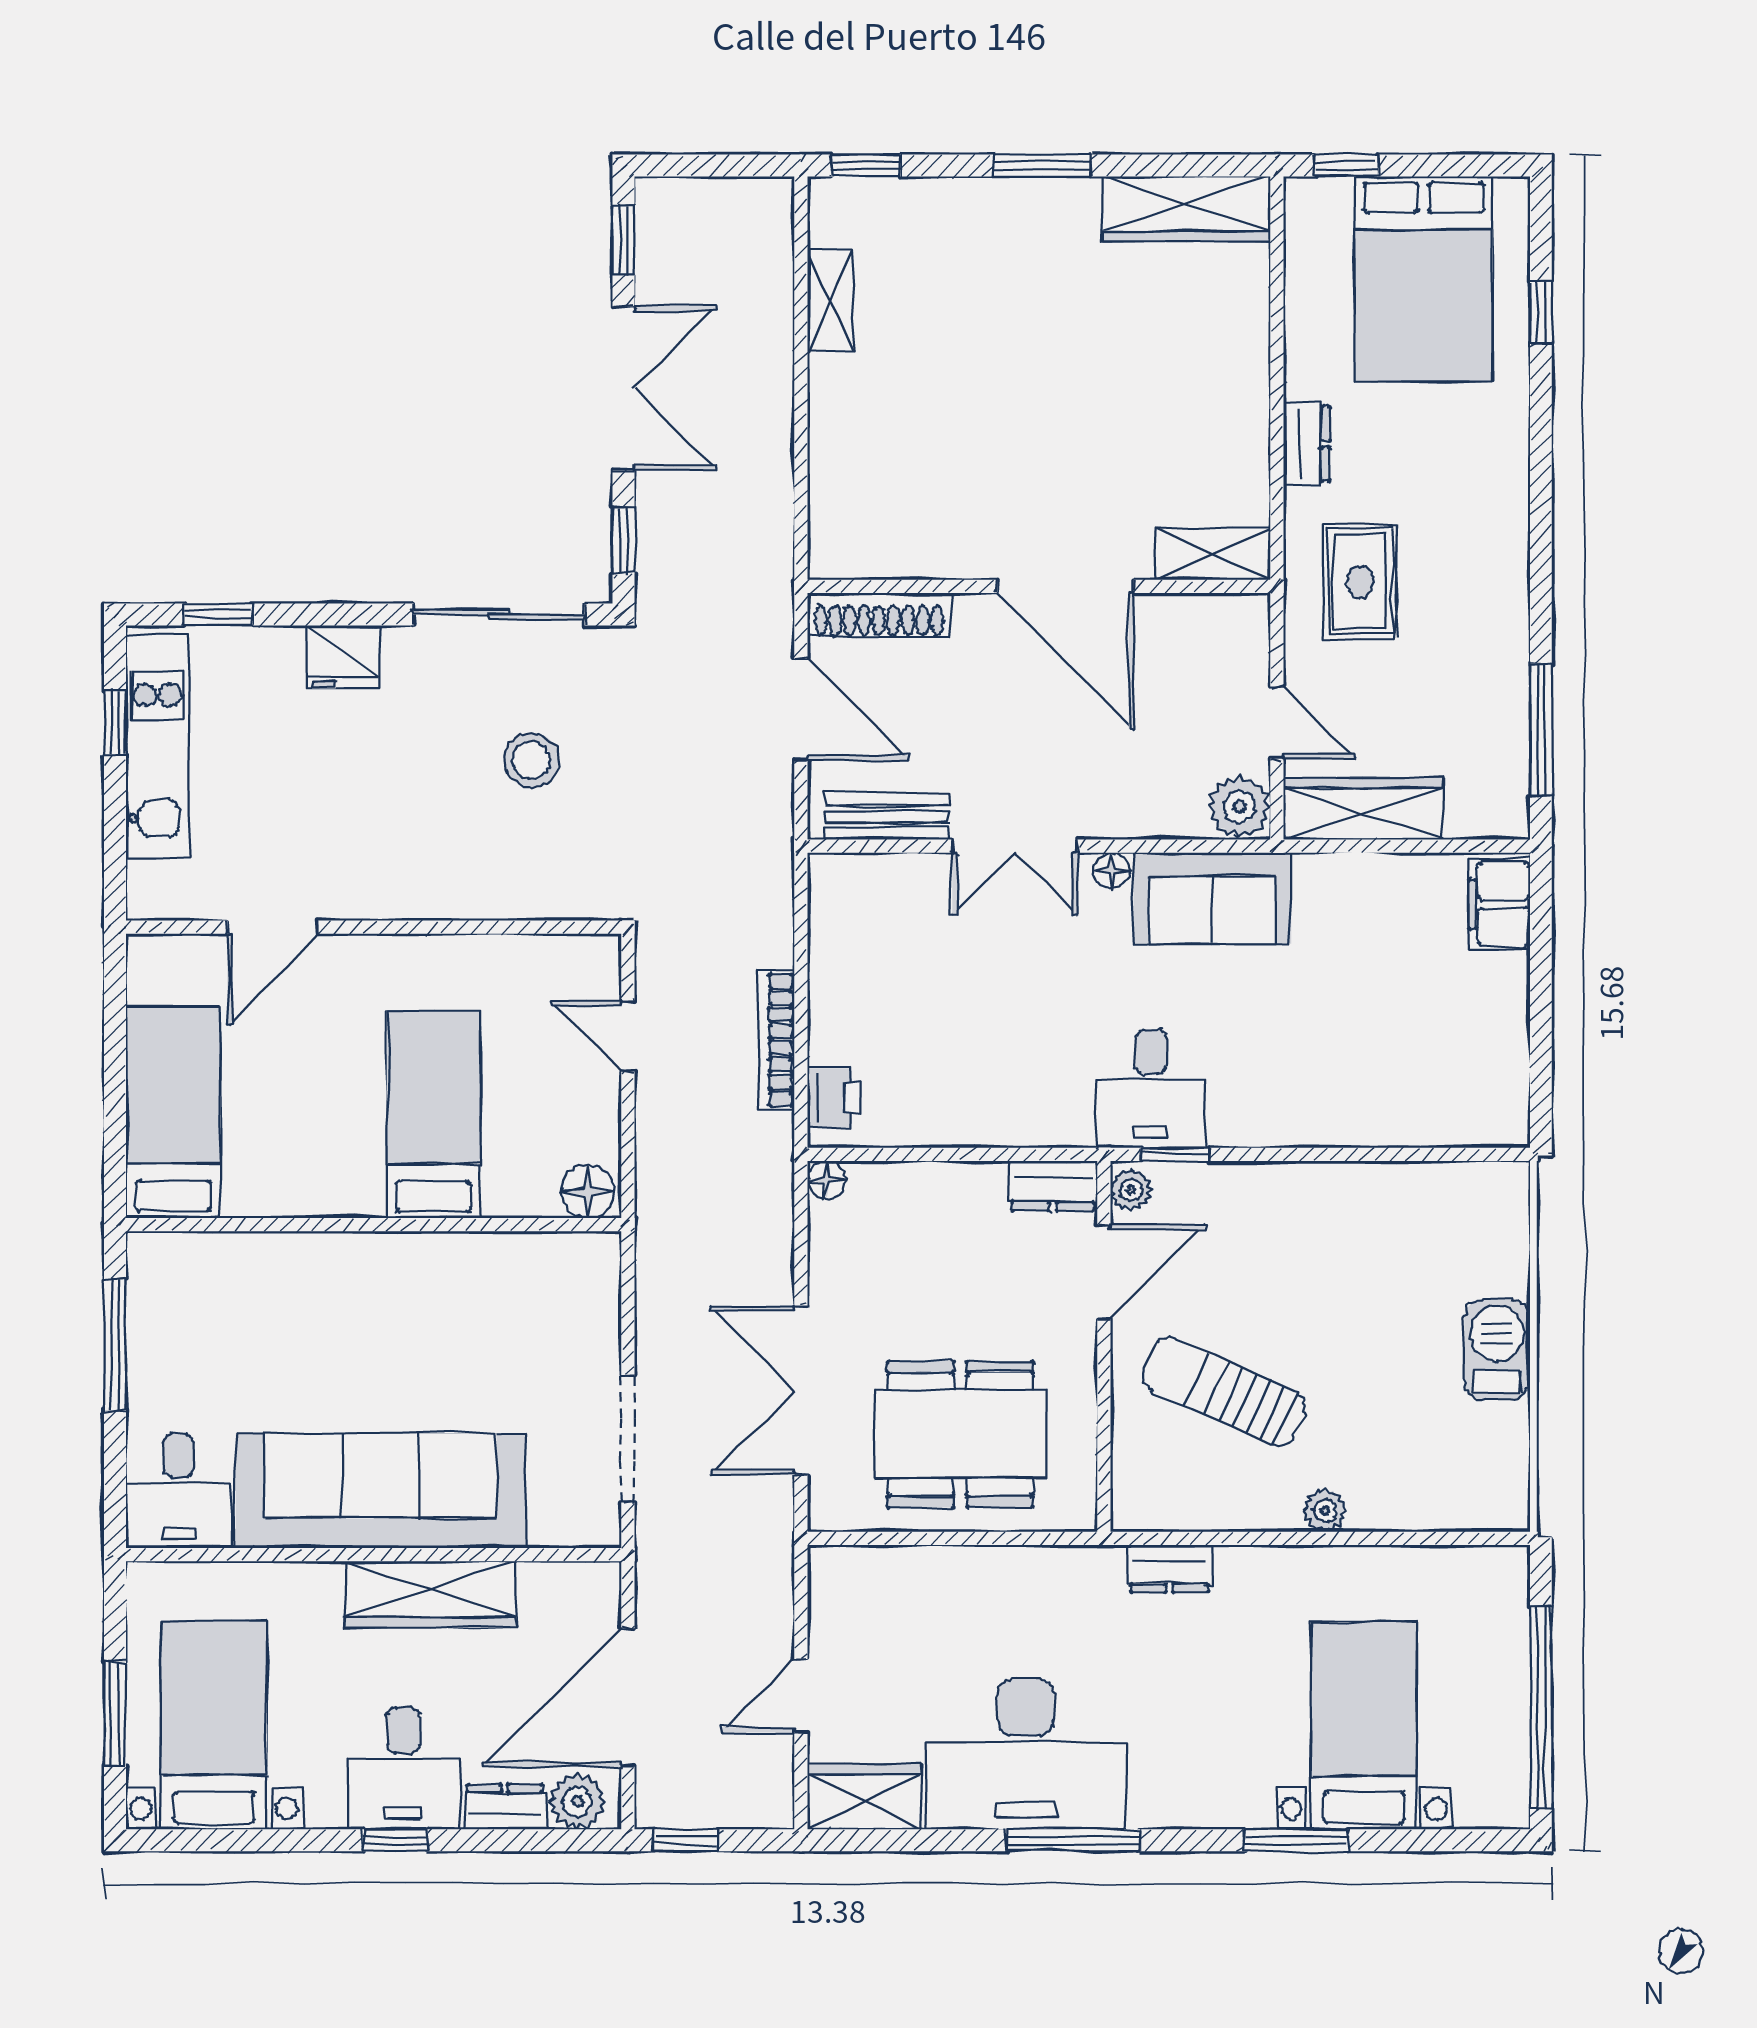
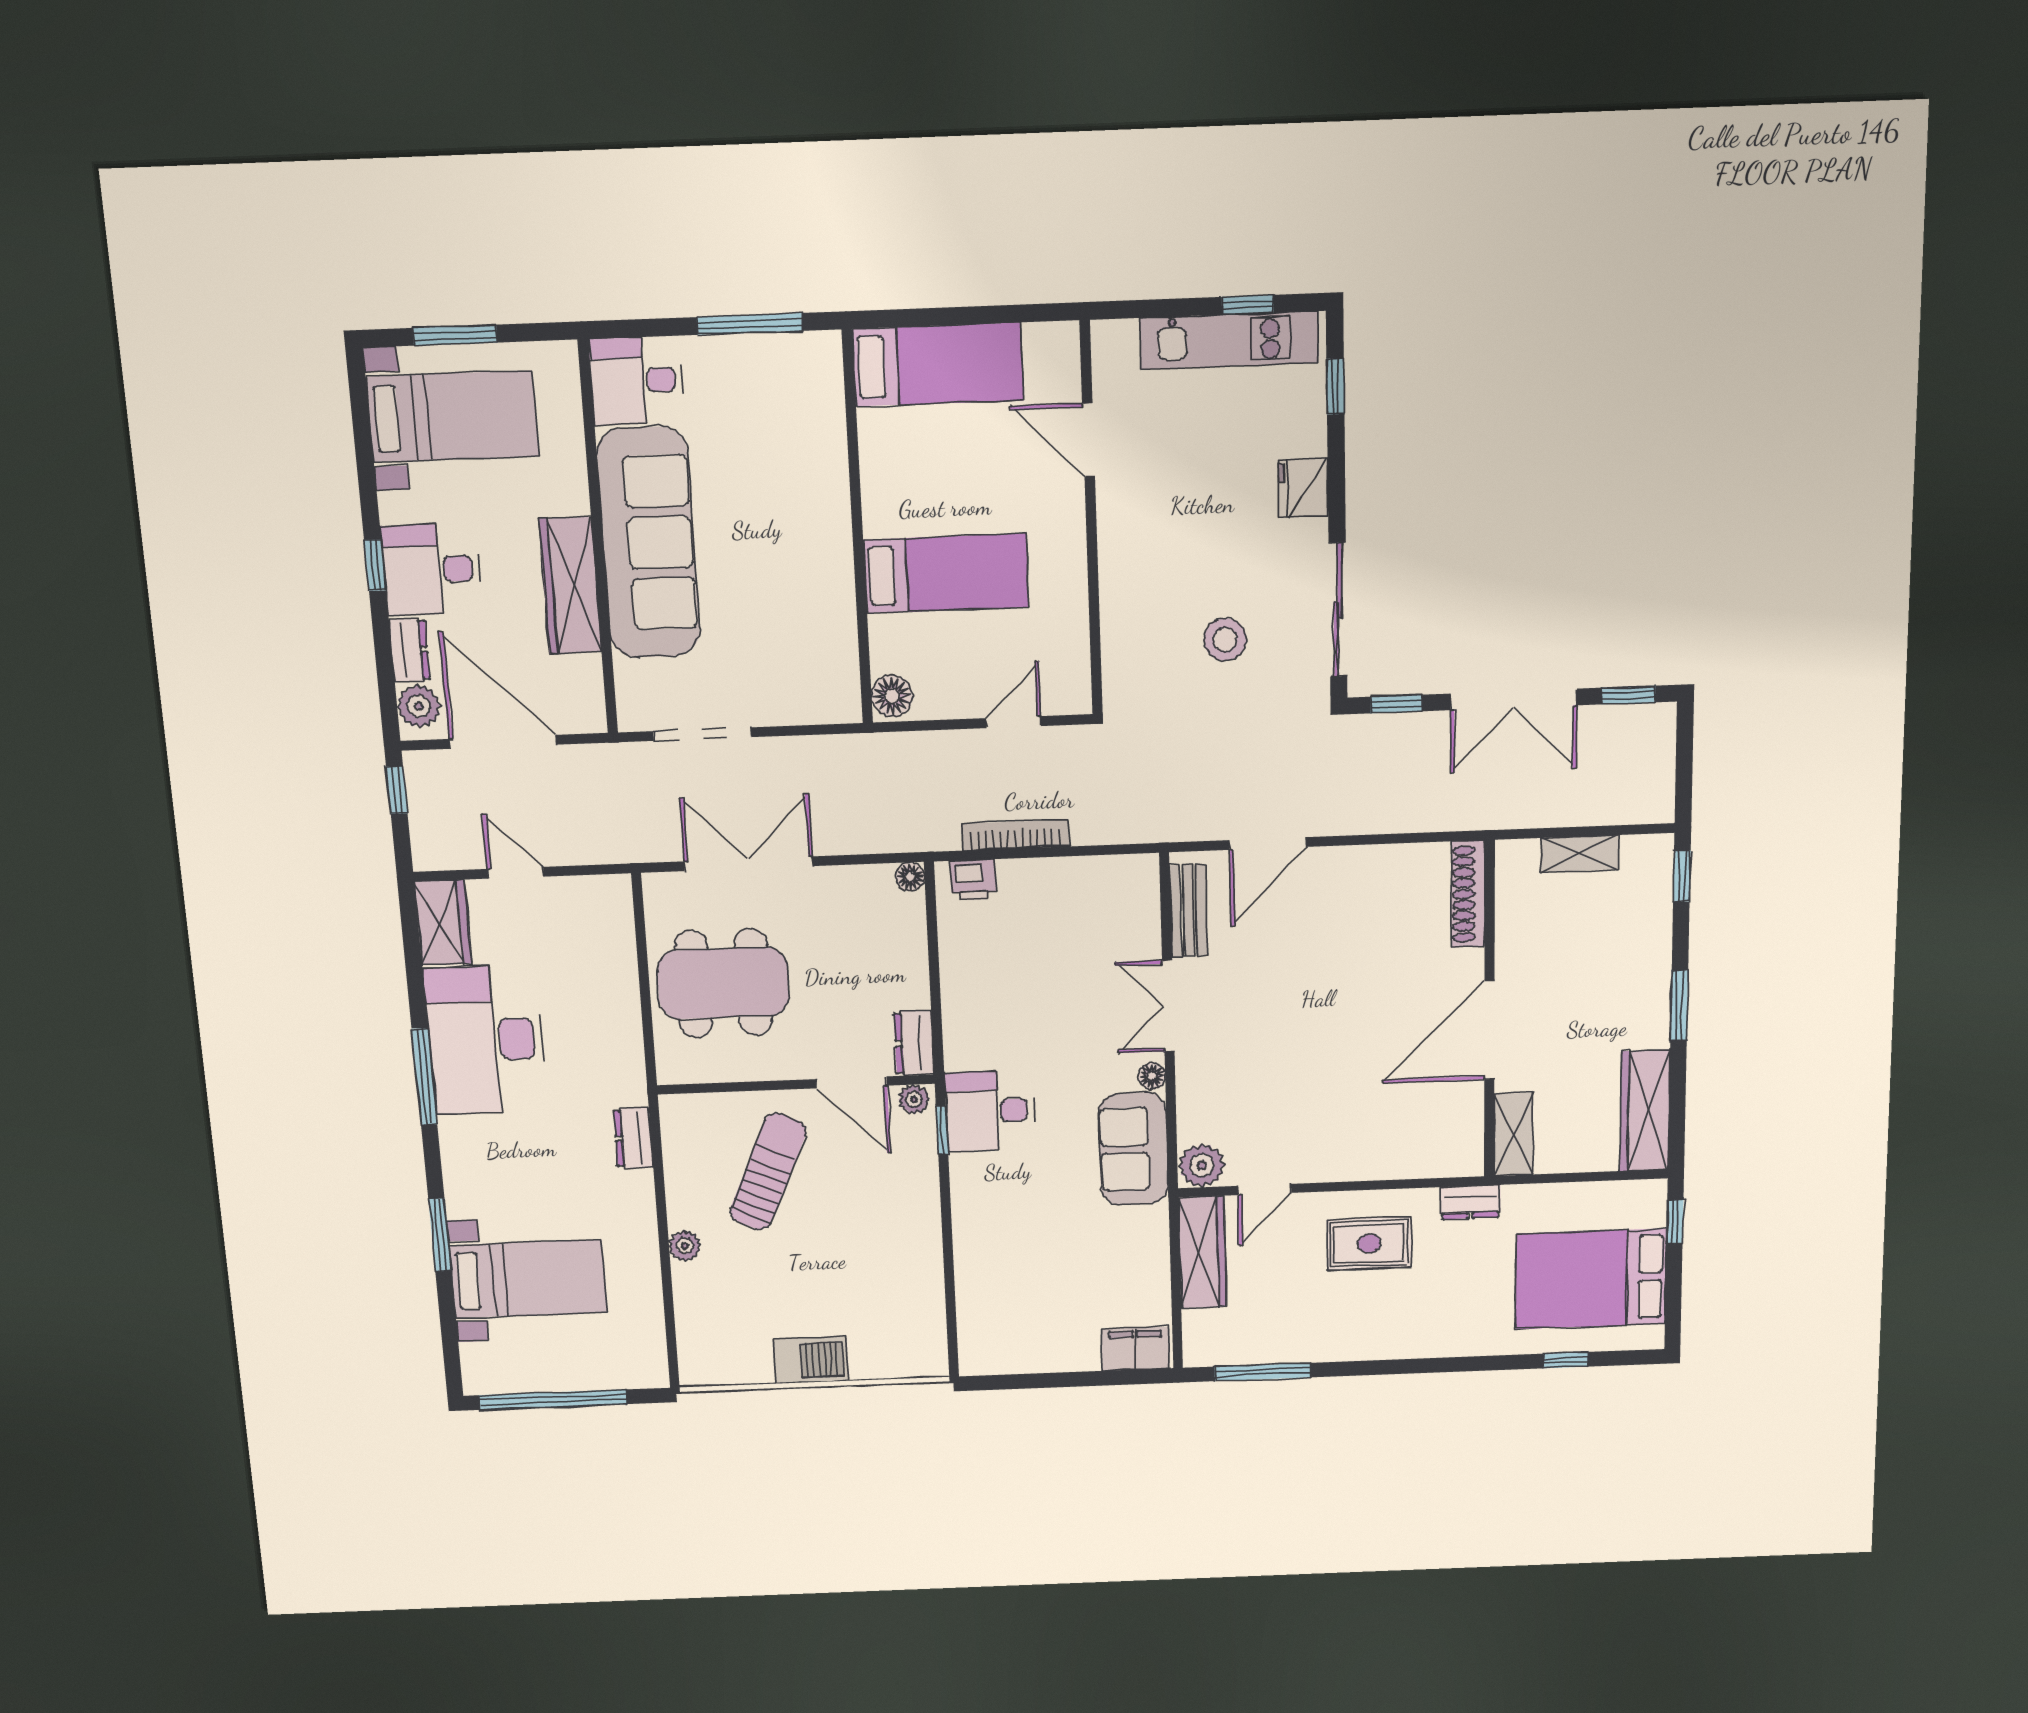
shelving: (1213, 554) -> (1513, 1134), moved
wall: (1039, 586) -> (1489, 1011), moved
door: (1066, 586) -> (1489, 1030), moved
shoe rack: (879, 615) -> (1468, 894), moved
dining table: (960, 1434) -> (723, 983), turned 90

